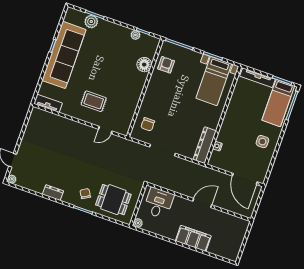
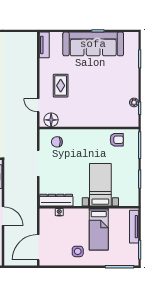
plant: (91, 21) -> (132, 58), removed
floor lamp: (144, 65) -> (51, 120), moved
bed with nightstands: (214, 81) -> (100, 185), moved, turned 90
bed: (278, 103) -> (99, 229), moved, turned -90

